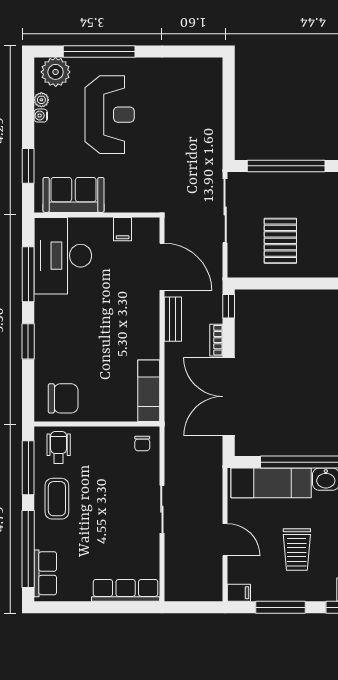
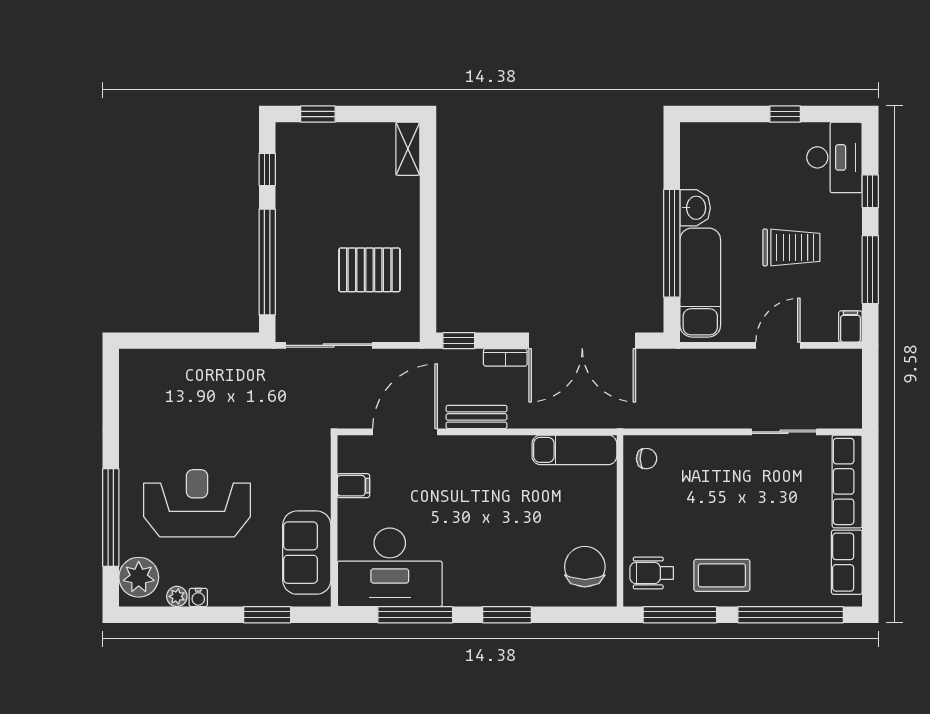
sliding door: (162, 509) -> (784, 432), moved
row of seats: (45, 573) -> (847, 562), moved, turned -90

